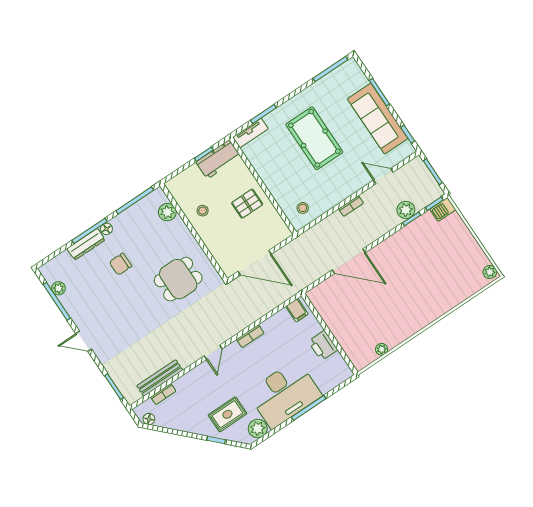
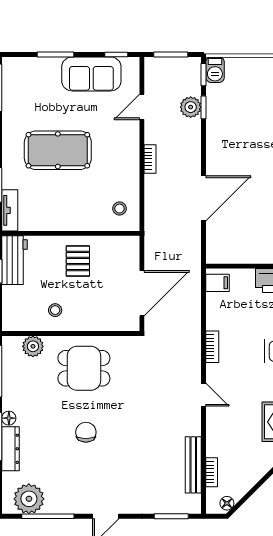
sofa: (378, 119) -> (91, 74), width x0.73
chair: (120, 264) -> (86, 432), moved, turned 180
dining table: (178, 279) -> (84, 368), moved, turned 90
plant: (58, 288) -> (29, 499), width x1.88, depth x1.88

